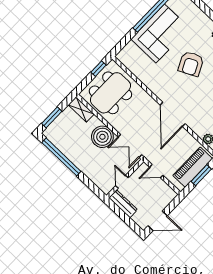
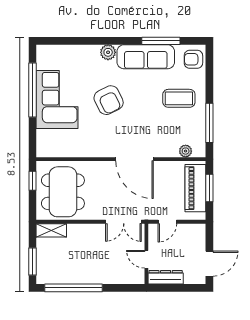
boiler: (102, 137) -> (92, 236), removed

